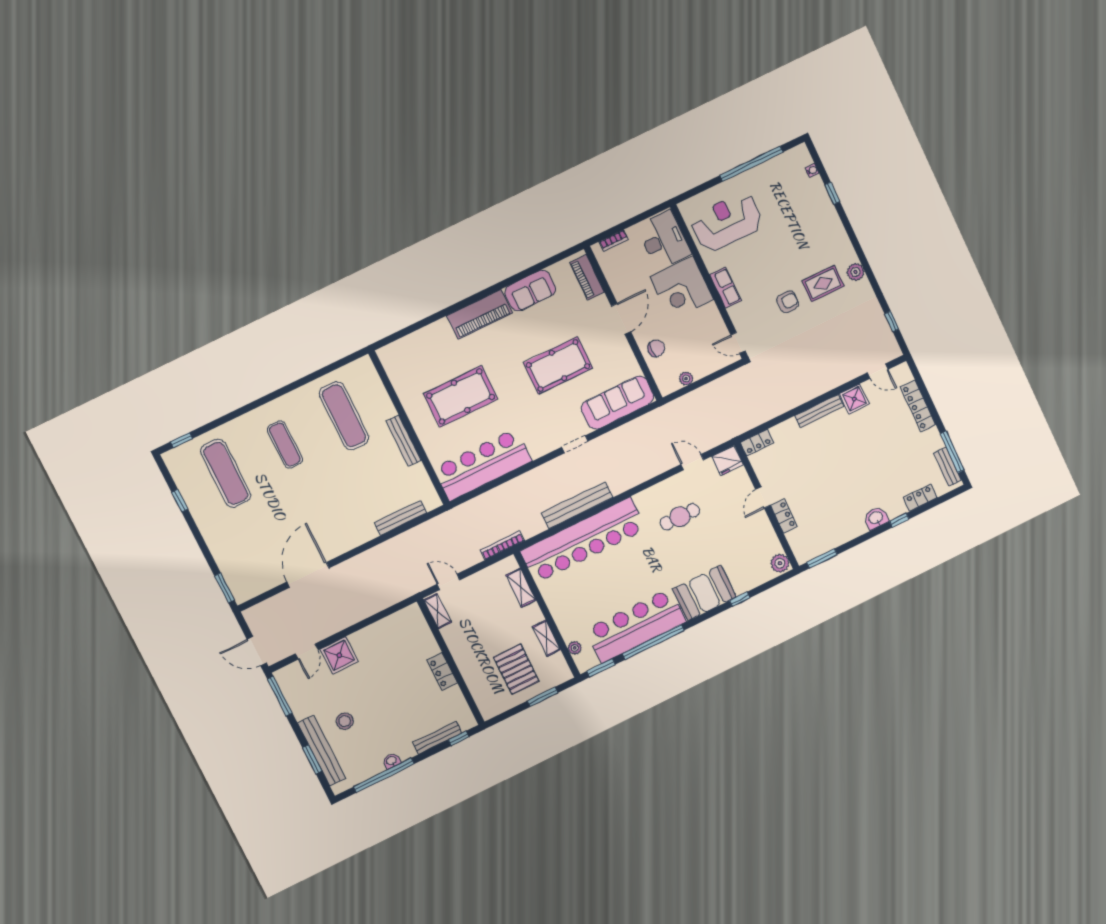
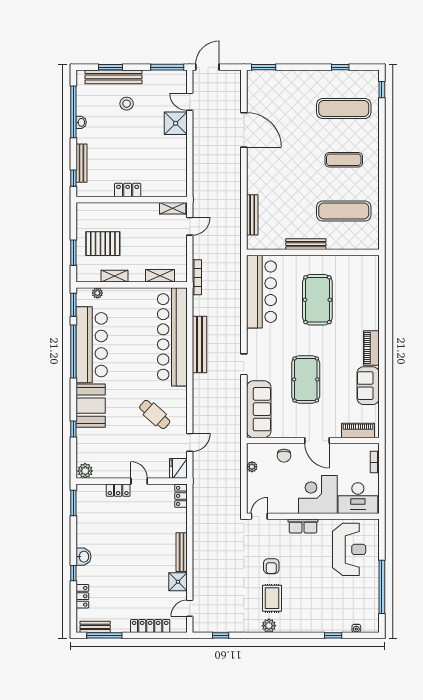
piano: (480, 314) -> (371, 348), width x0.73, depth x0.75
cafe table: (680, 517) -> (155, 414), turned -48

